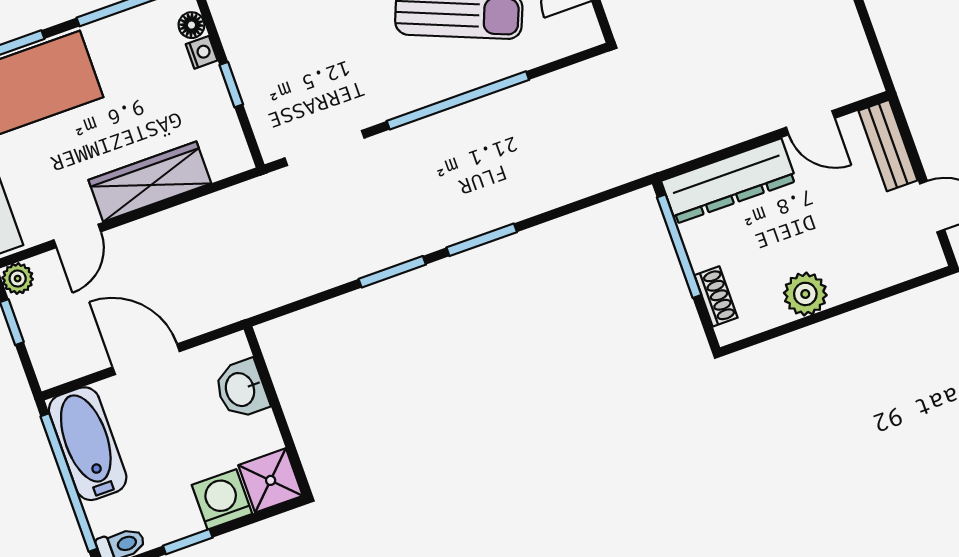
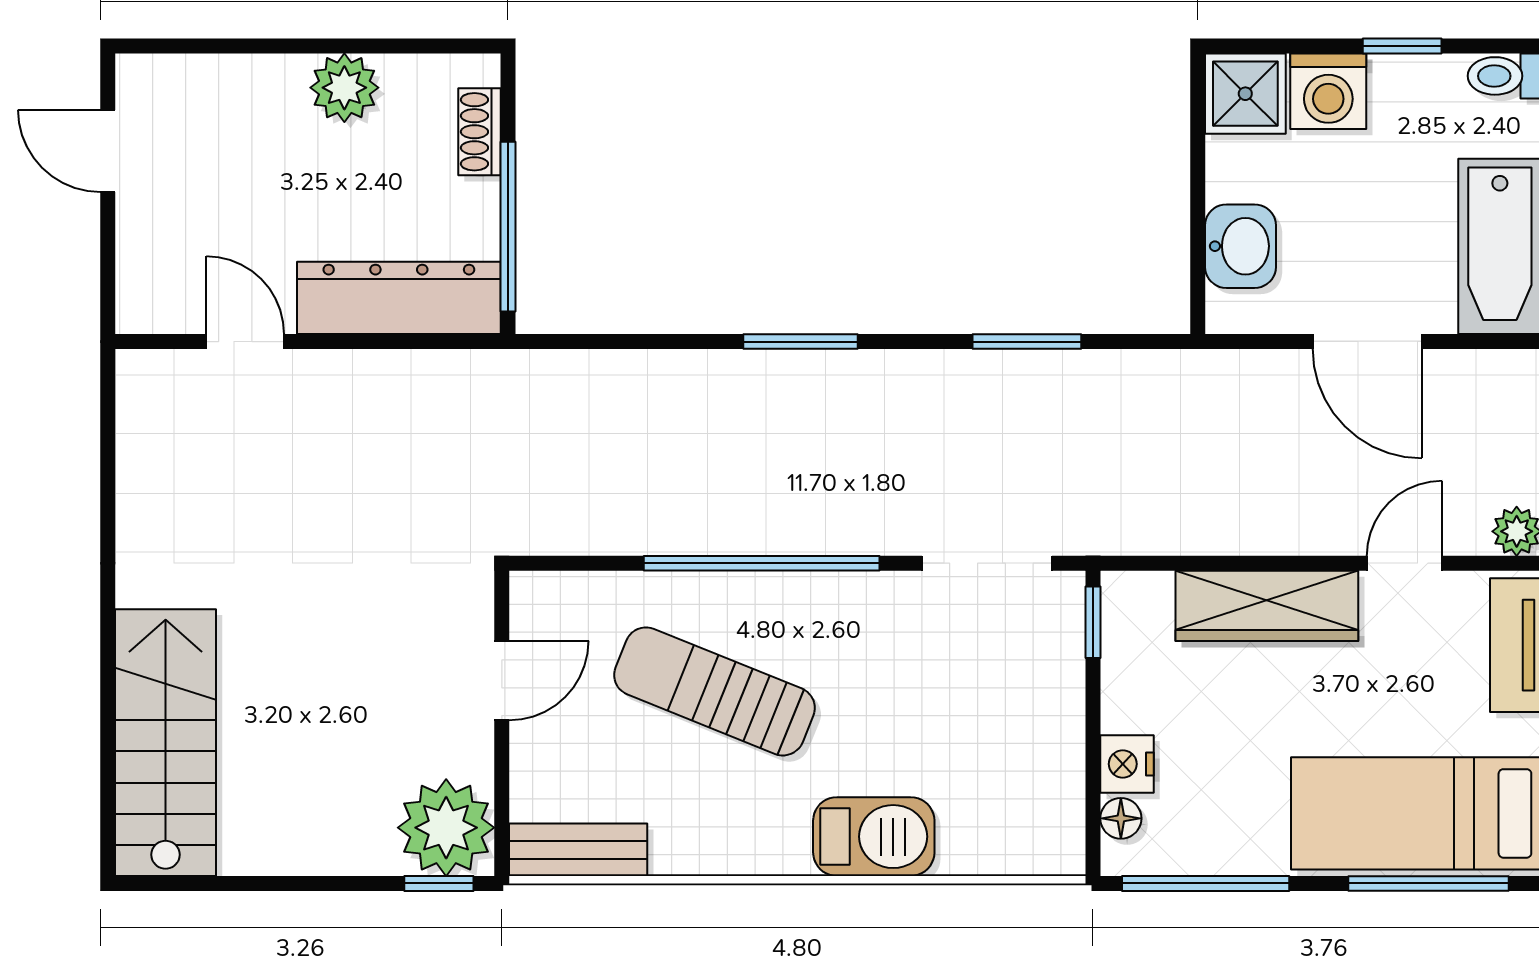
nightstand: (202, 52) -> (1127, 764), width x1.39, depth x1.35
window: (231, 85) -> (1093, 622), moved
bench: (888, 145) -> (141, 266), removed
window: (392, 272) -> (1027, 342), moved

